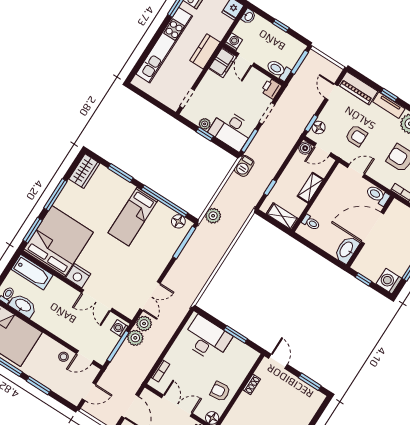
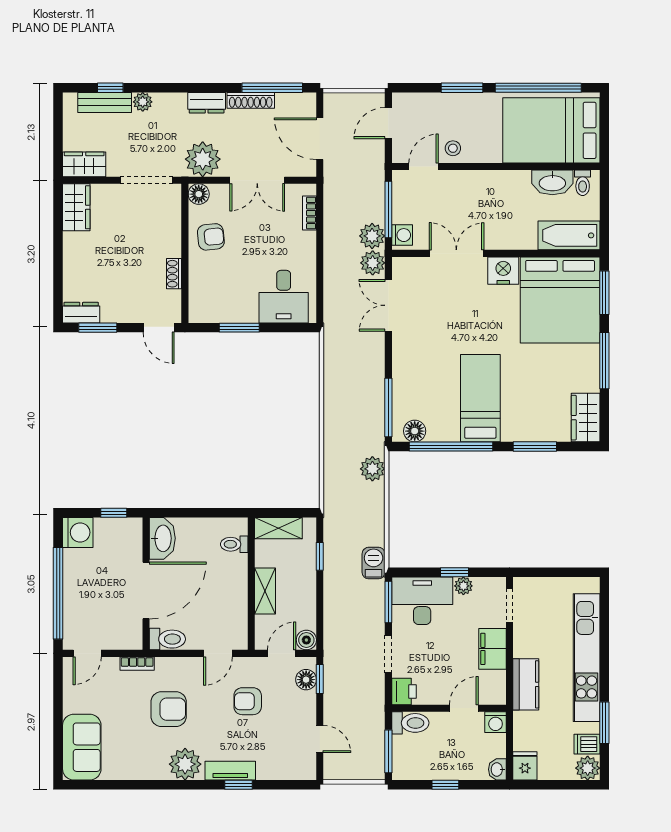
door: (245, 60) -> (464, 708), hinge flipped
filing cabinet: (223, 63) -> (492, 649), moved
piano: (358, 88) -> (287, 767), removed
desk: (207, 339) -> (284, 297), width x0.73
dresser: (313, 395) -> (81, 313), added

